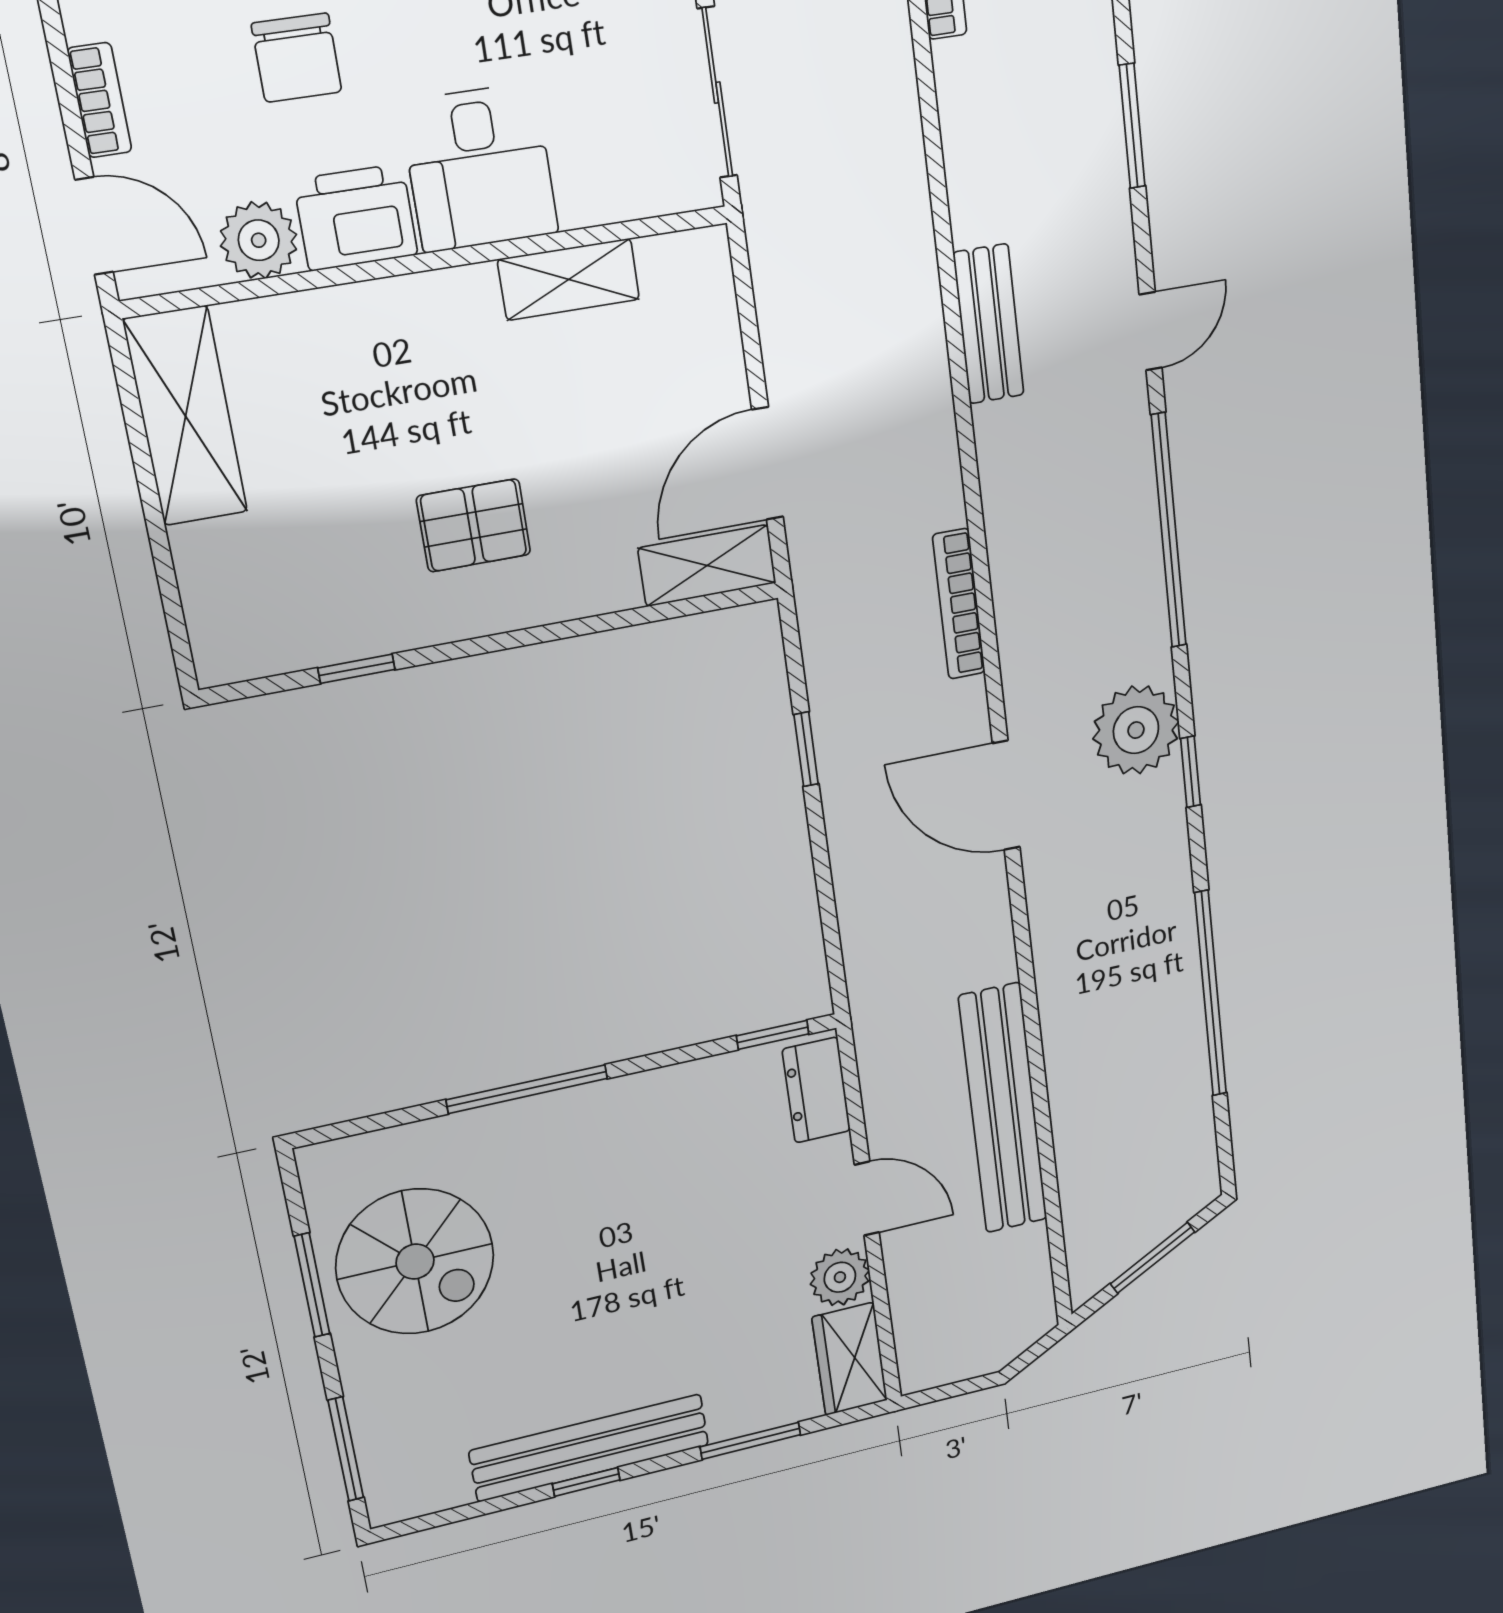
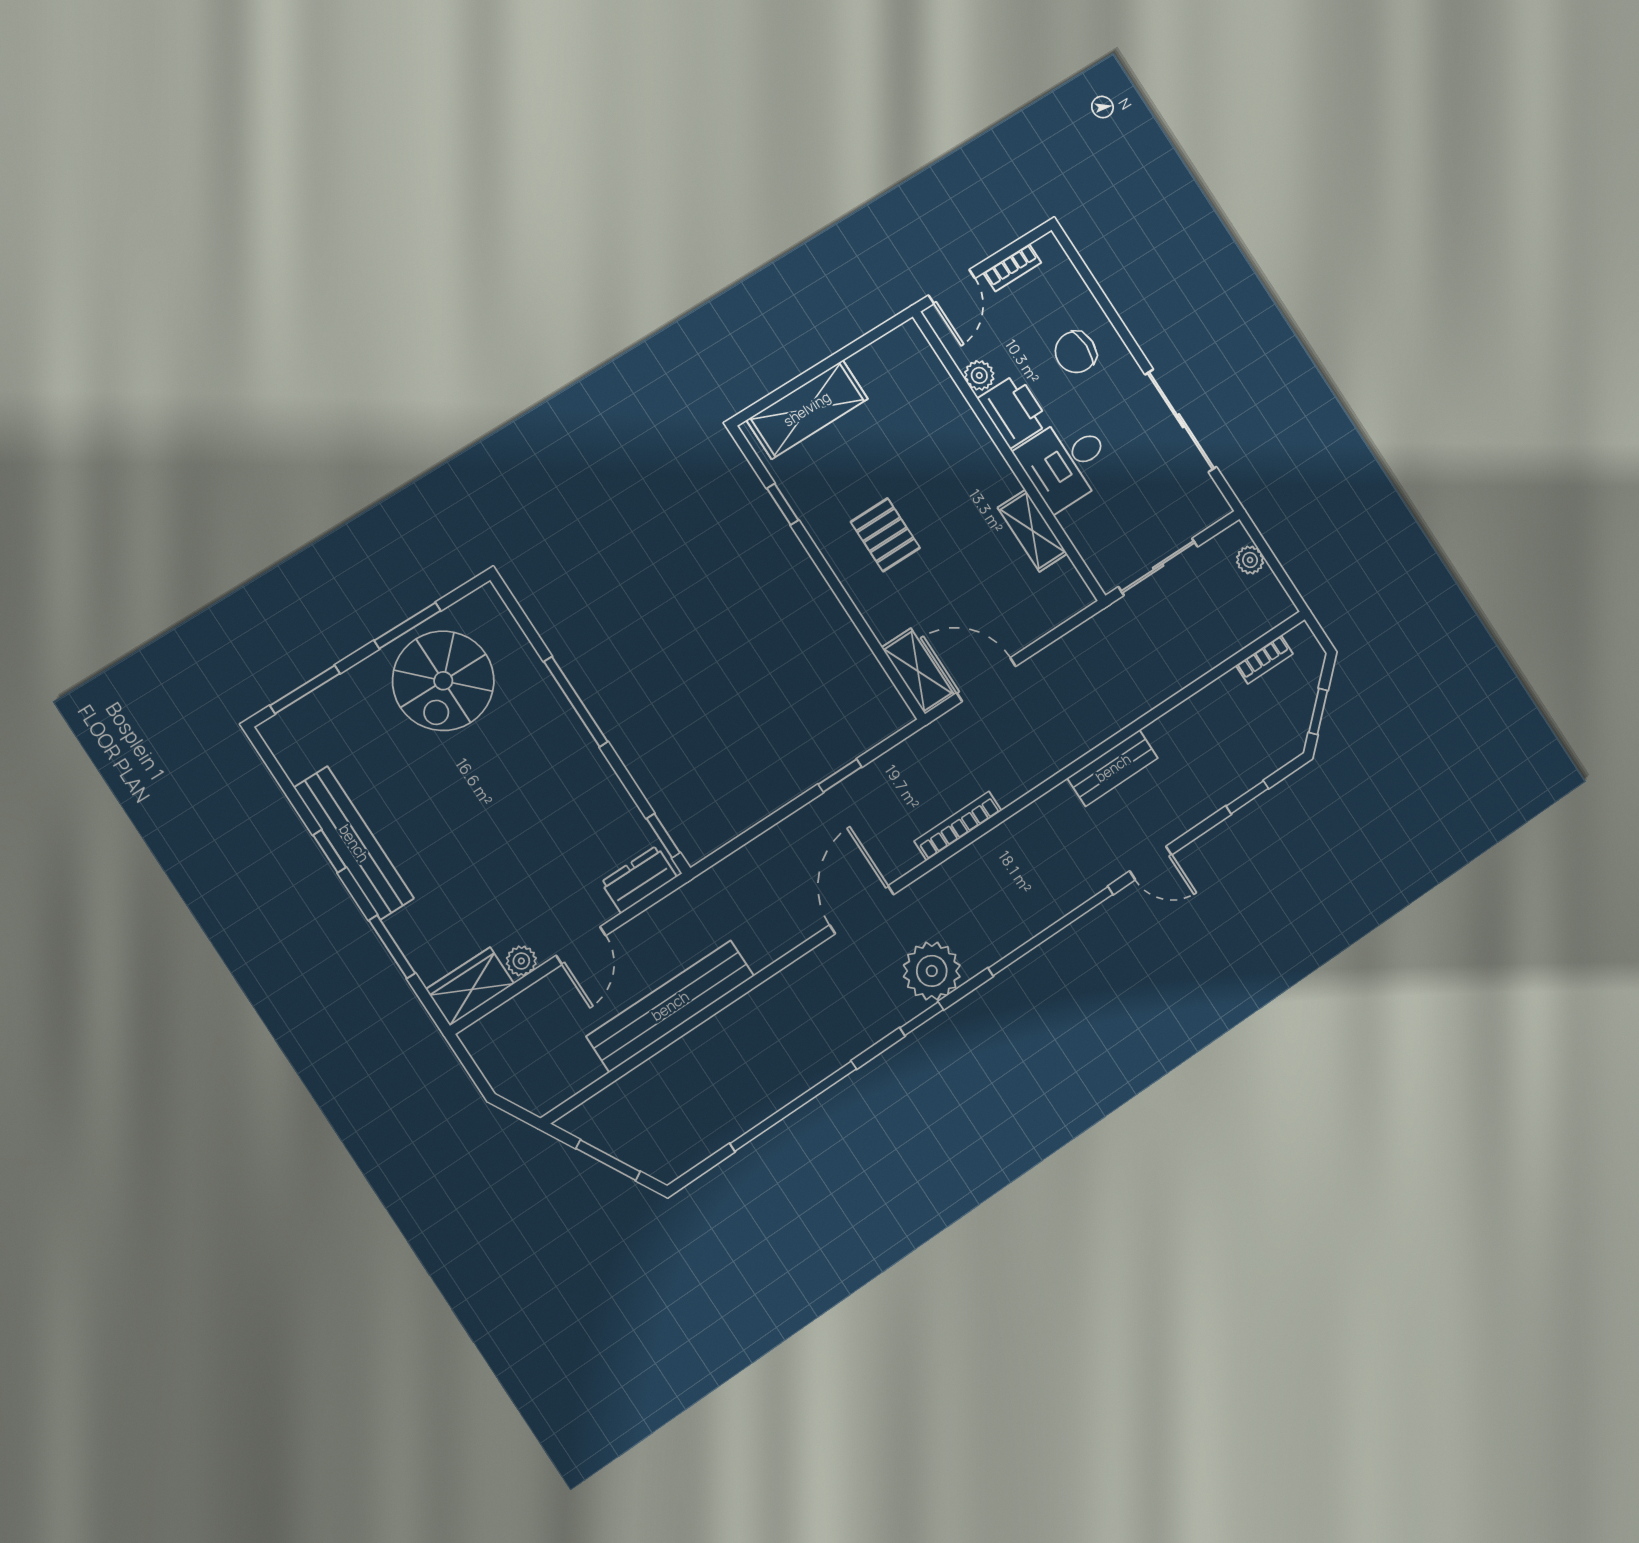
window: (1132, 126) -> (1247, 797), width x0.67
plant: (259, 240) -> (979, 375), width x0.73, depth x0.73
shelving: (186, 416) -> (807, 409), moved
plant: (840, 1277) -> (521, 961), width x0.73, depth x0.73

